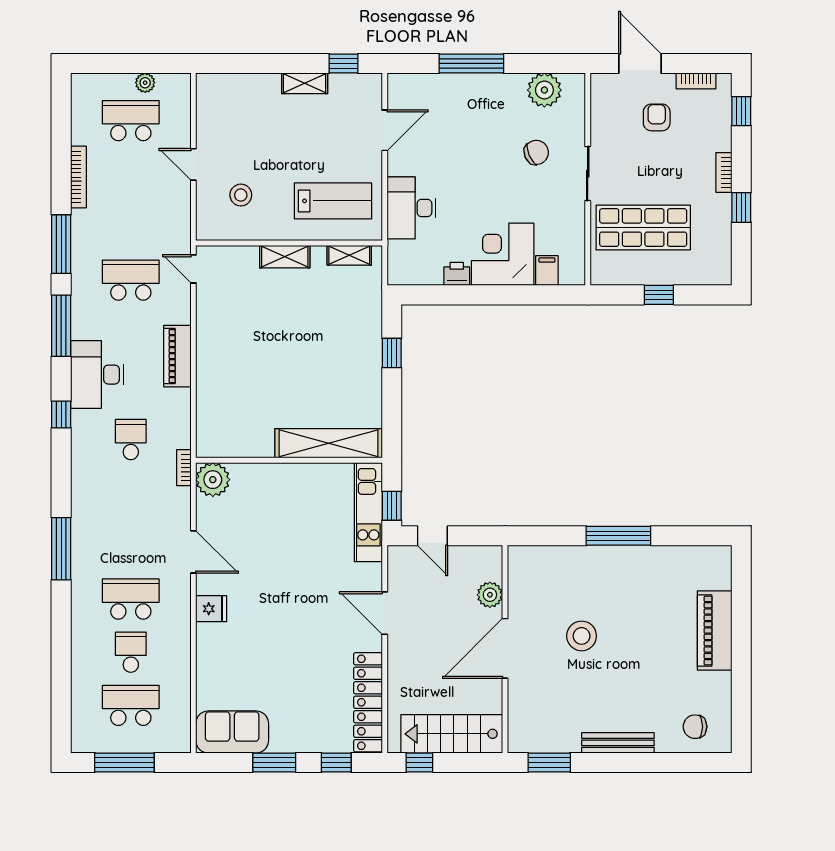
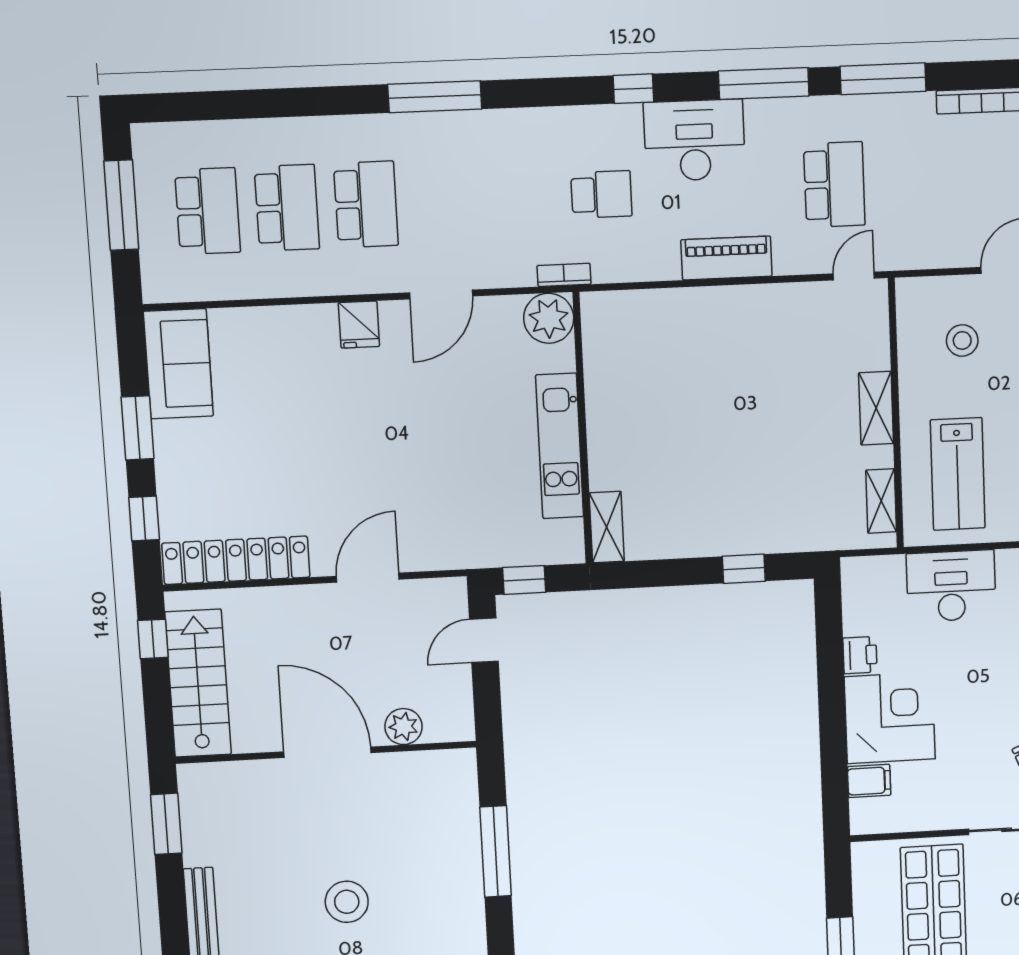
shelving: (329, 443) -> (607, 527), width x0.45, depth x0.75
kitchen unit: (368, 512) -> (560, 446), moved, turned -90
window: (618, 536) -> (496, 851), moved
stool: (582, 636) -> (347, 902), moved
school desk: (131, 652) -> (287, 208), width x1.85

